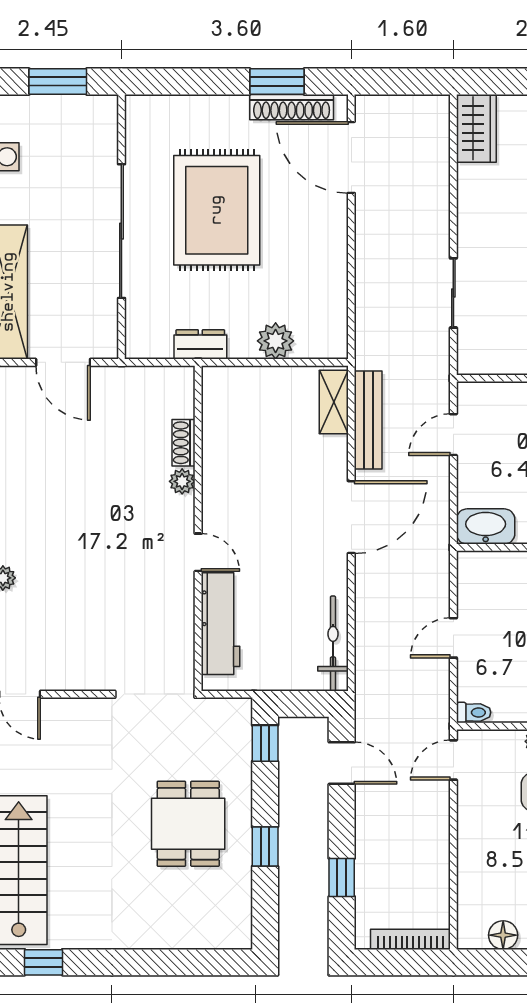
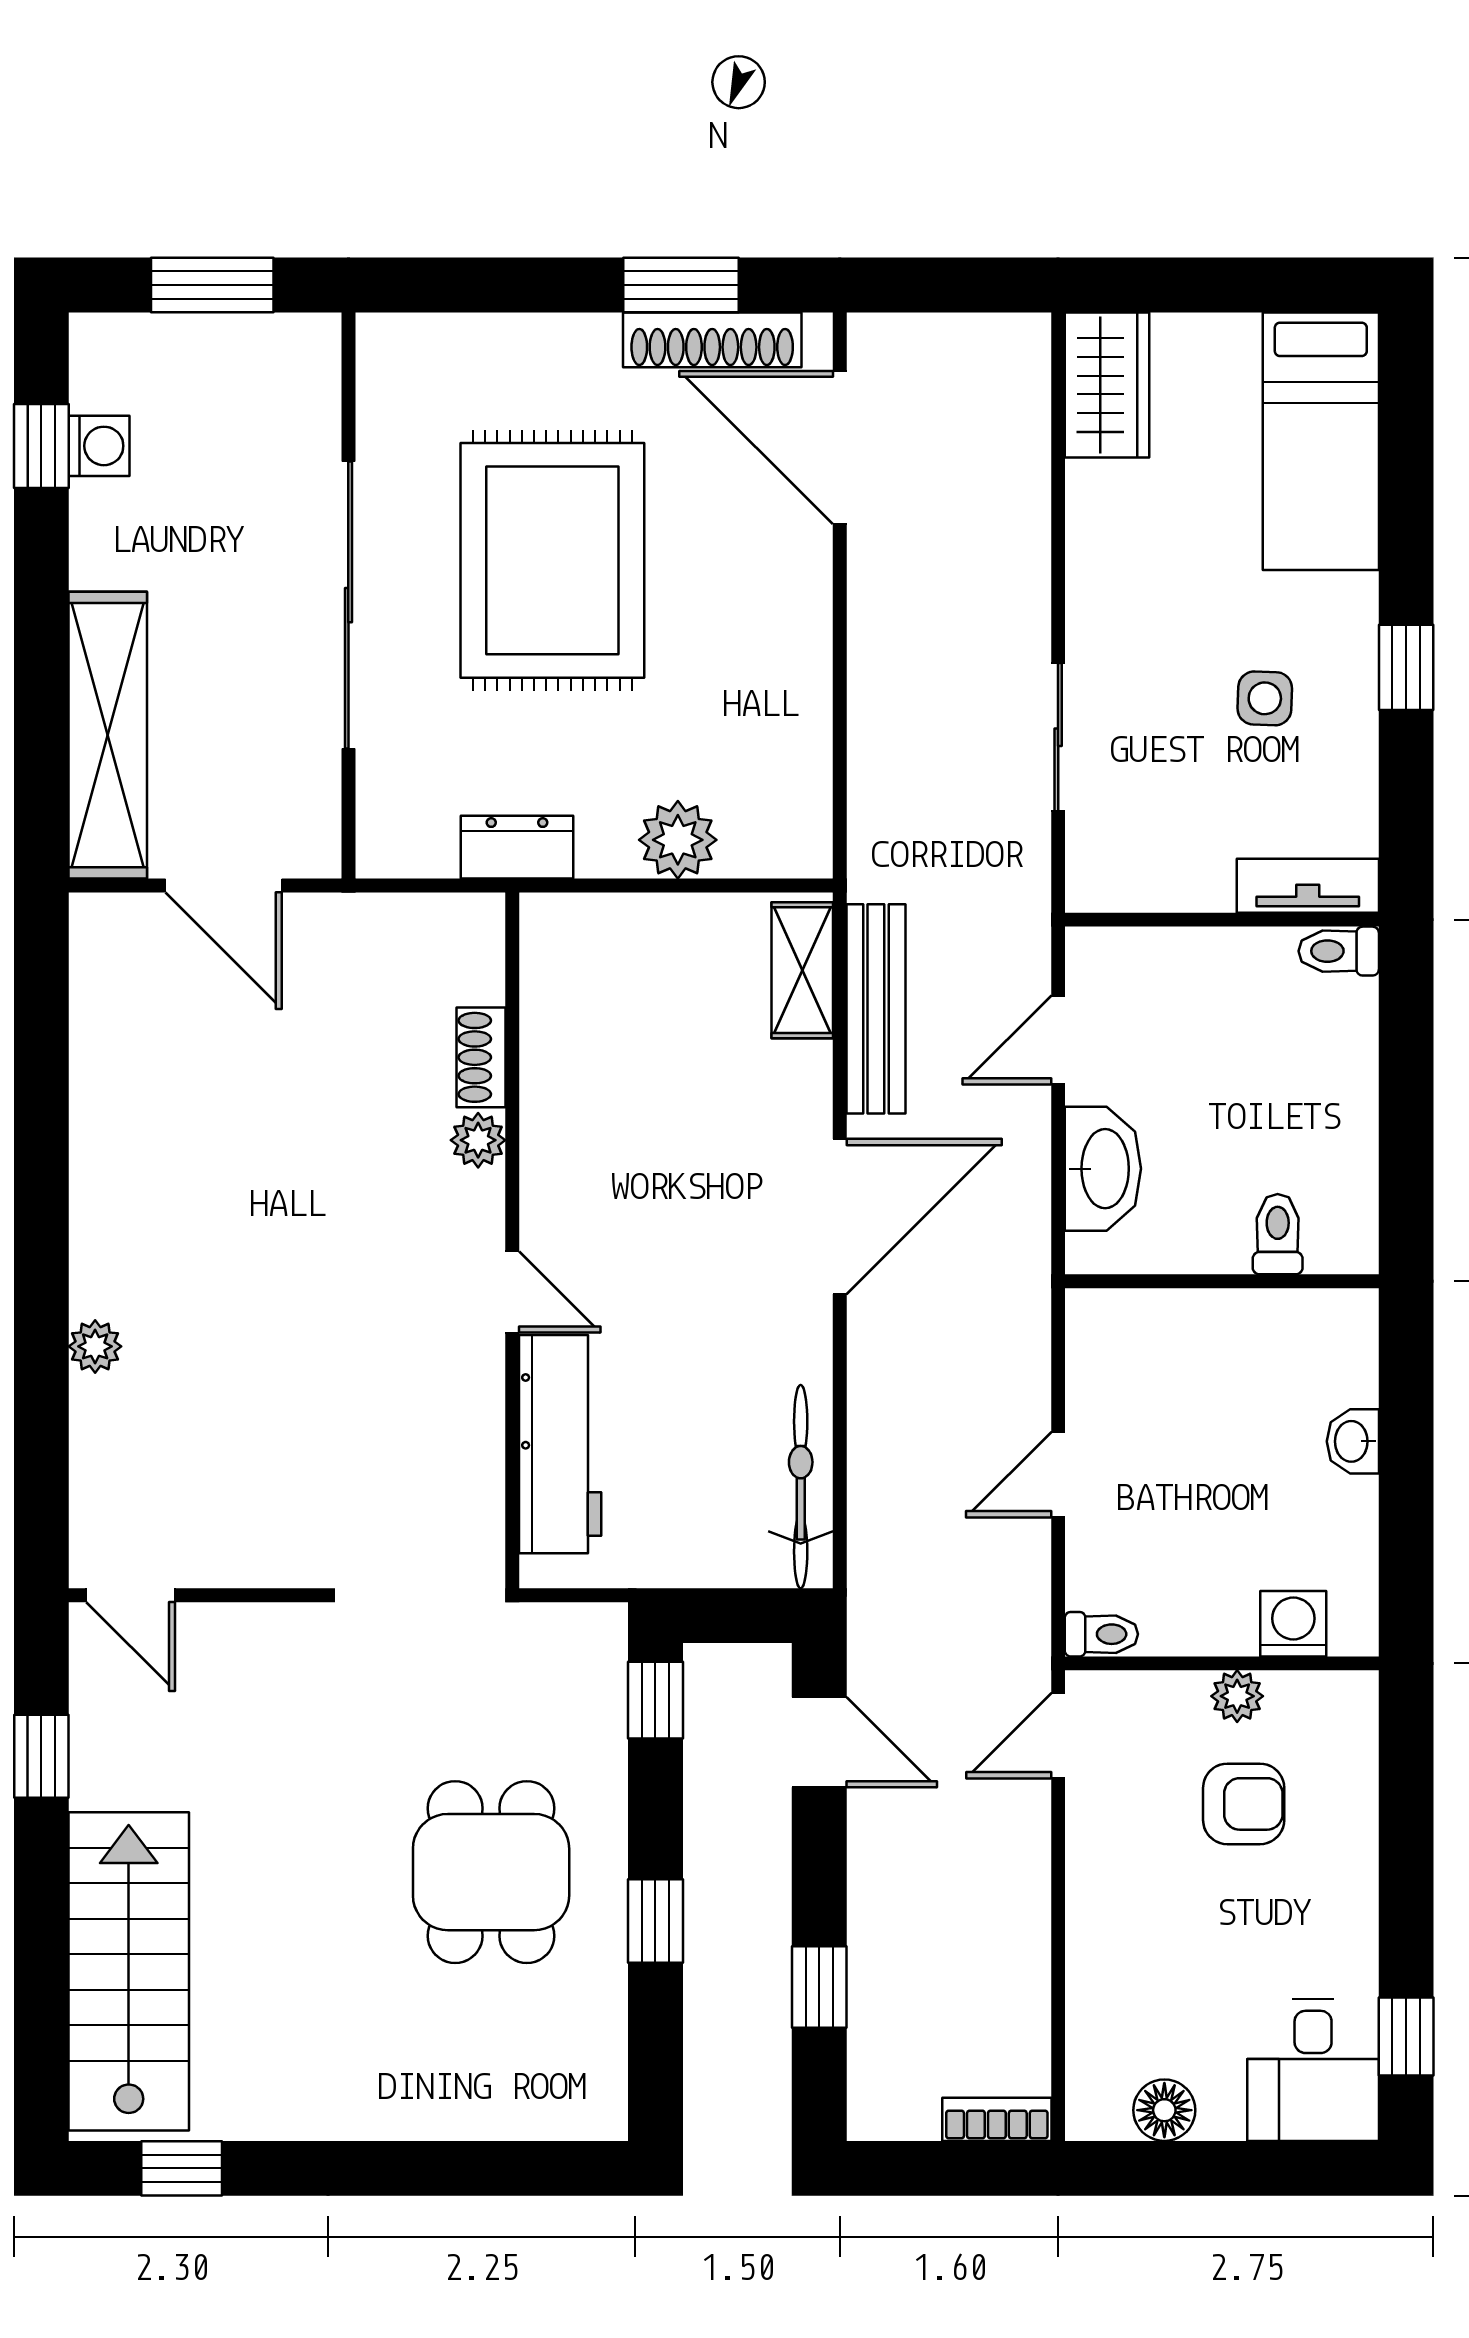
washbasin: (486, 526) -> (1103, 1169), moved, turned 90
bookcase: (410, 939) -> (997, 2119), width x0.64

